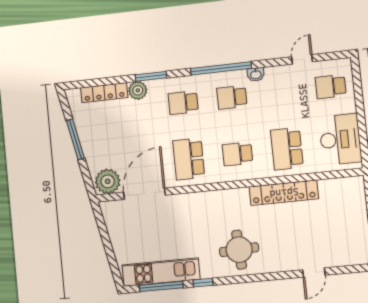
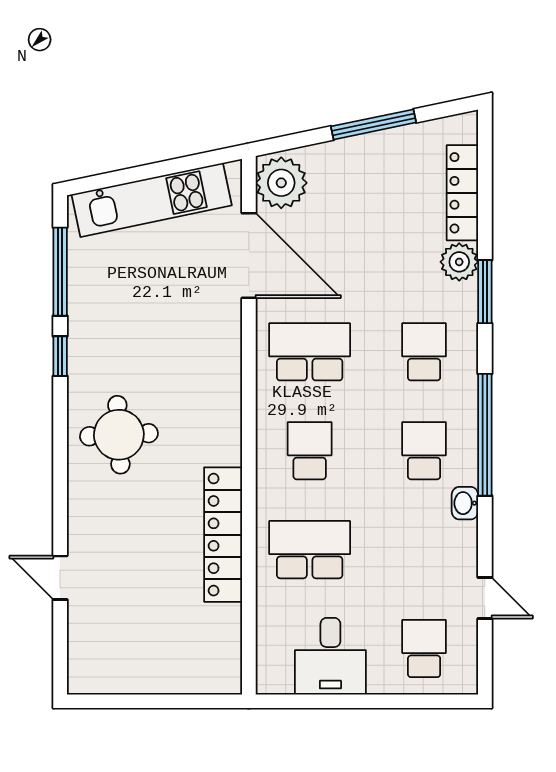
desk: (340, 139) -> (330, 656), width x0.73
kitchen unit: (161, 272) -> (152, 200), moved, turned 78

